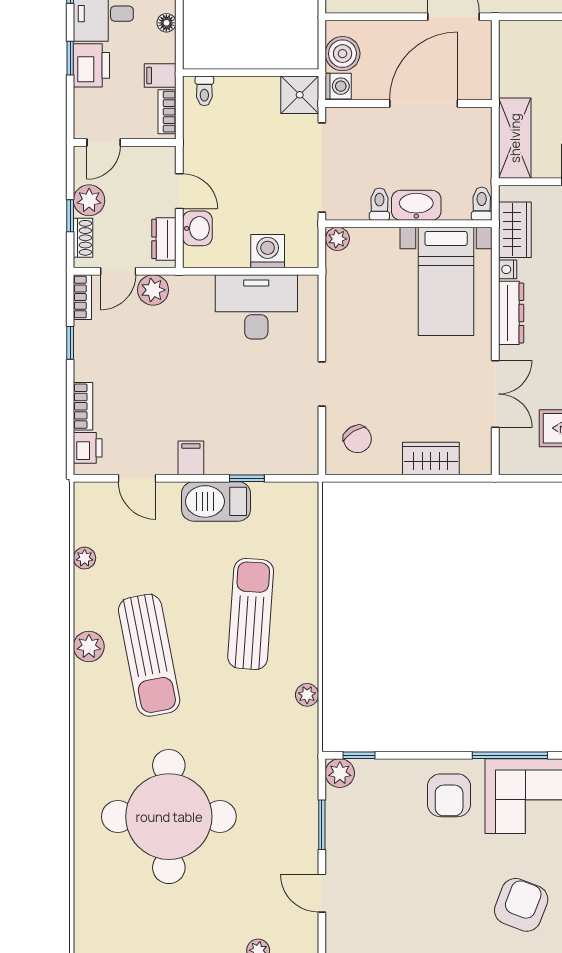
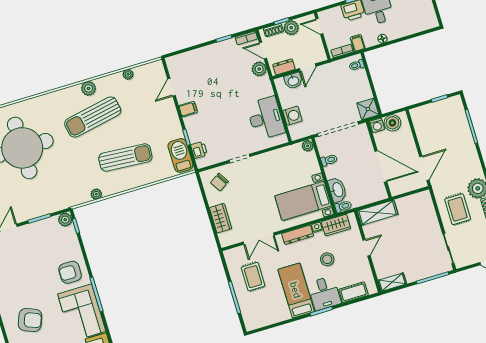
washbasin: (416, 205) -> (337, 190), moved
bookcase: (83, 406) -> (197, 53), removed
printer: (88, 448) -> (199, 150), moved, turned -90
barbecue: (216, 501) -> (180, 155), moved

